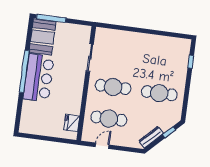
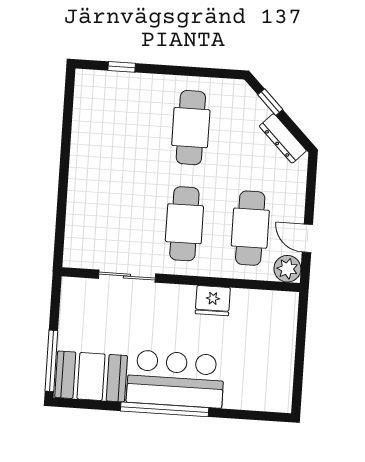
fridge: (72, 123) -> (213, 301), moved
plant: (88, 135) -> (287, 269), added

